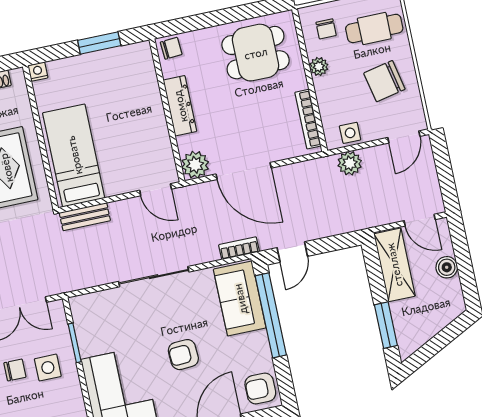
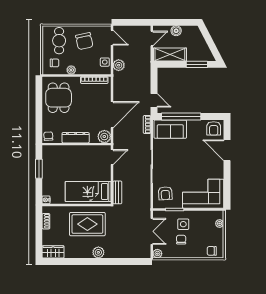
armchair: (183, 355) -> (165, 193), moved

